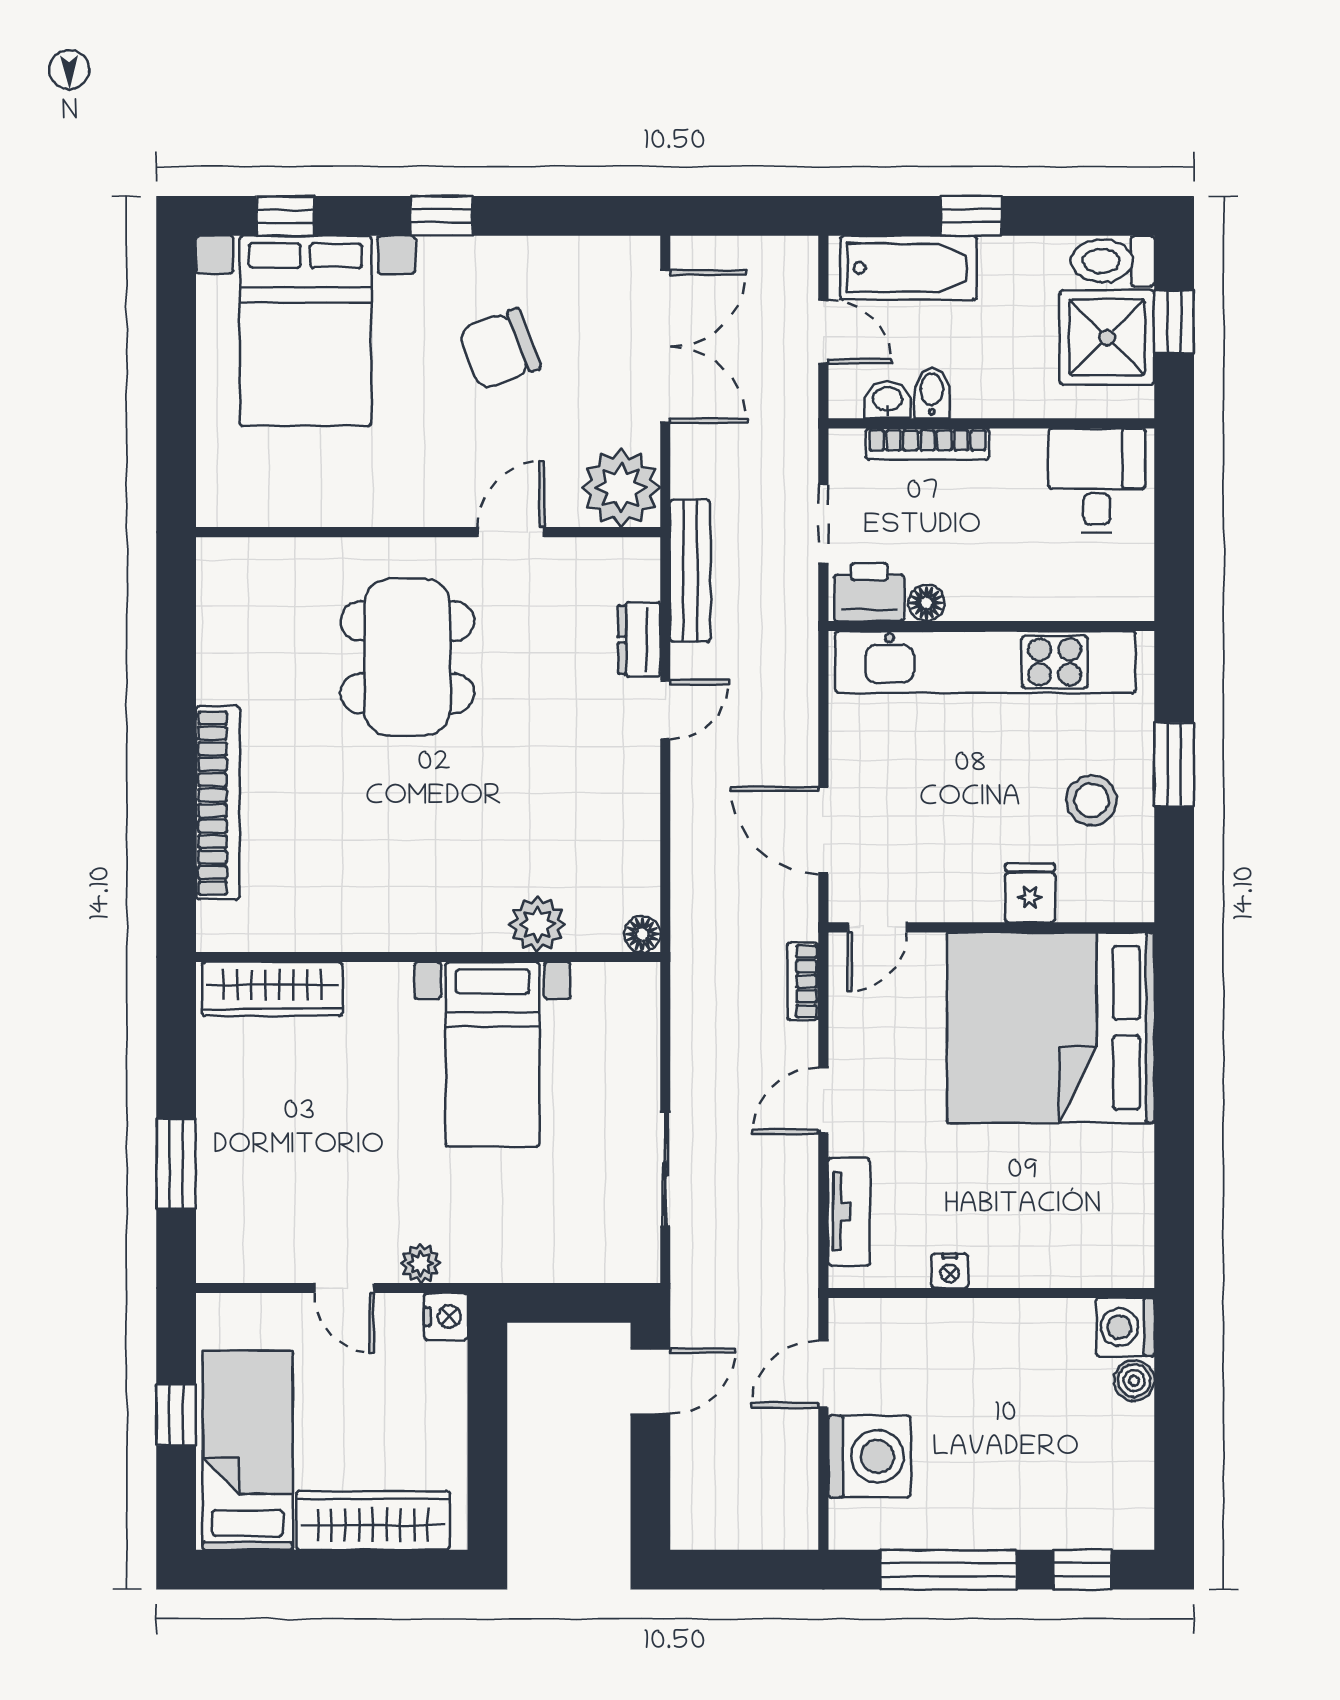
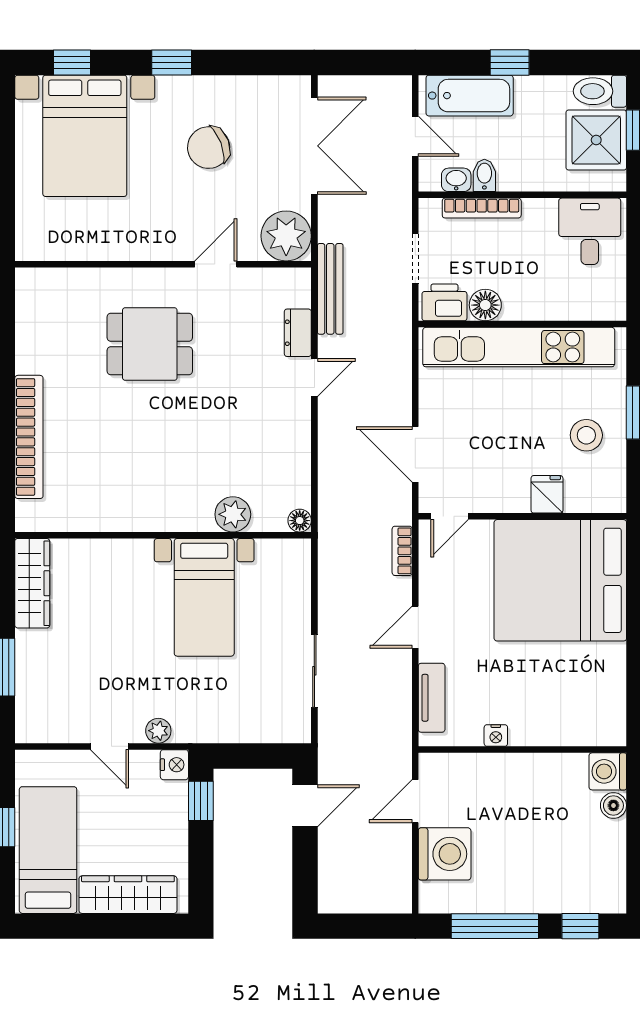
floor lamp: (926, 603) -> (485, 305), width x1.37, depth x1.37
dining table: (407, 657) -> (150, 344), width x0.73
wardrobe: (272, 989) -> (32, 583), moved, turned -90
window: (487, 1373) -> (201, 801), added

